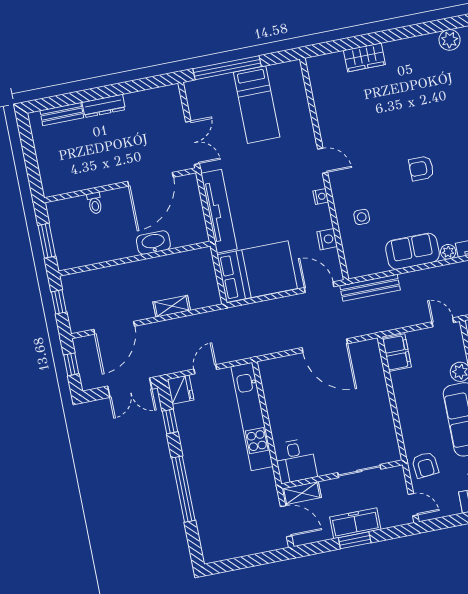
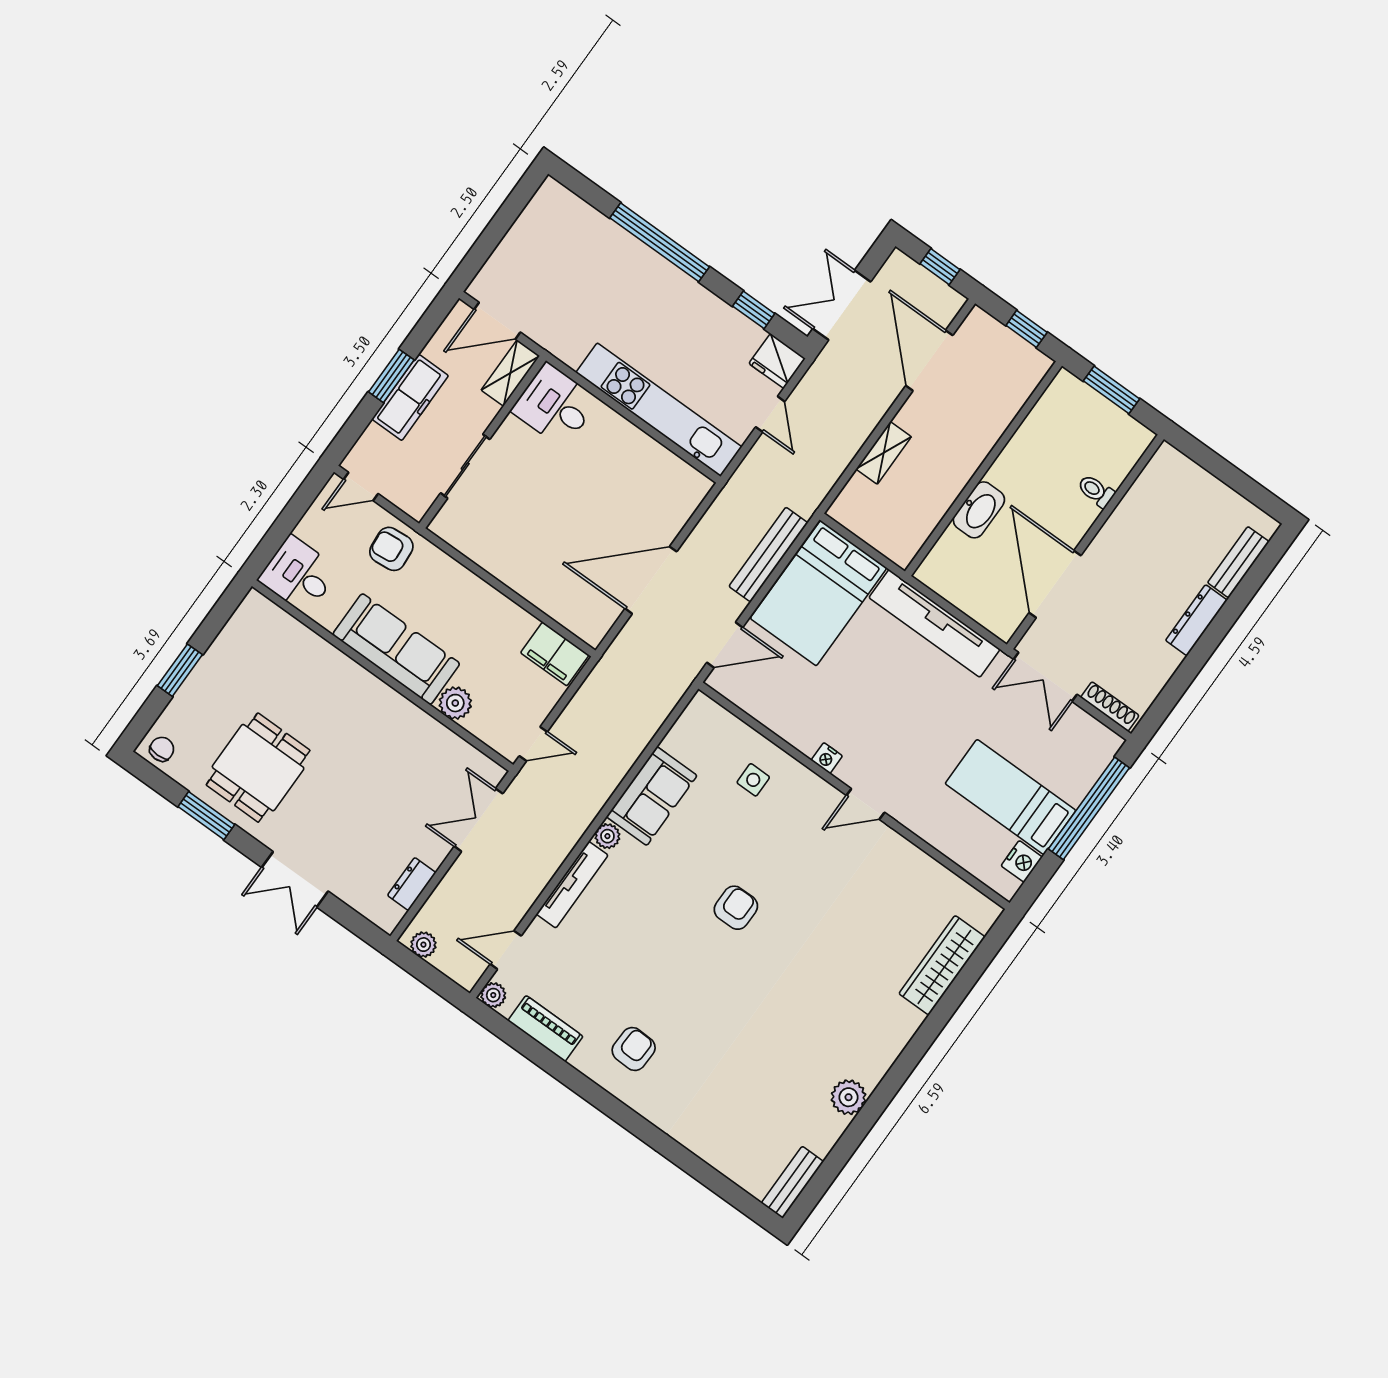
wardrobe: (364, 57) -> (942, 965), width x1.50
shoe rack: (177, 104) -> (1110, 707), added
nightstand: (327, 239) -> (1022, 861), moved, turned -90
bench: (370, 288) -> (768, 555), moved

